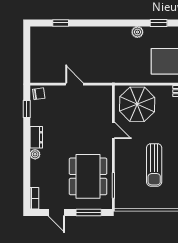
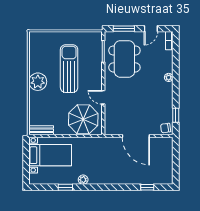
door: (74, 84) -> (136, 136), width x1.87
dresser: (36, 137) -> (168, 92), removed
sun lounger: (154, 165) -> (69, 69), width x1.36, depth x1.34
door: (56, 213) -> (151, 29), swing flipped

